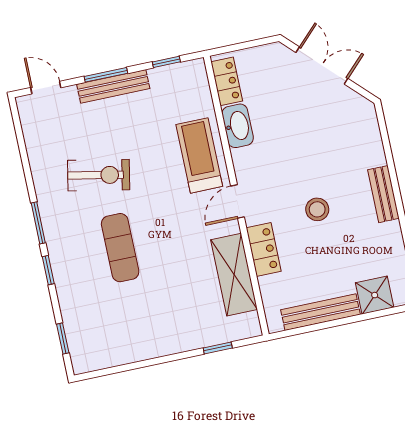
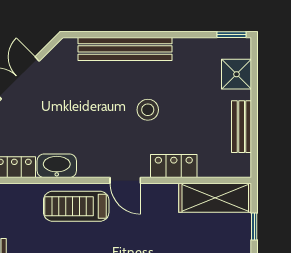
bench: (383, 194) -> (125, 49), width x1.86, depth x1.21
shelving: (234, 275) -> (215, 198), moved
bench: (320, 312) -> (242, 127), width x0.73

